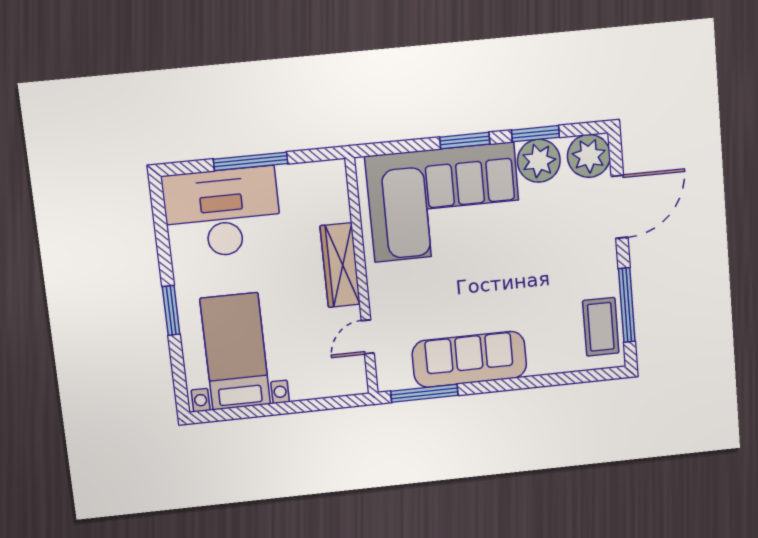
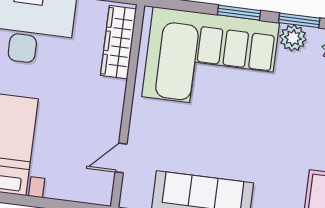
plant: (539, 161) -> (293, 38), width x0.73, depth x0.73
wardrobe: (340, 265) -> (118, 42), moved

